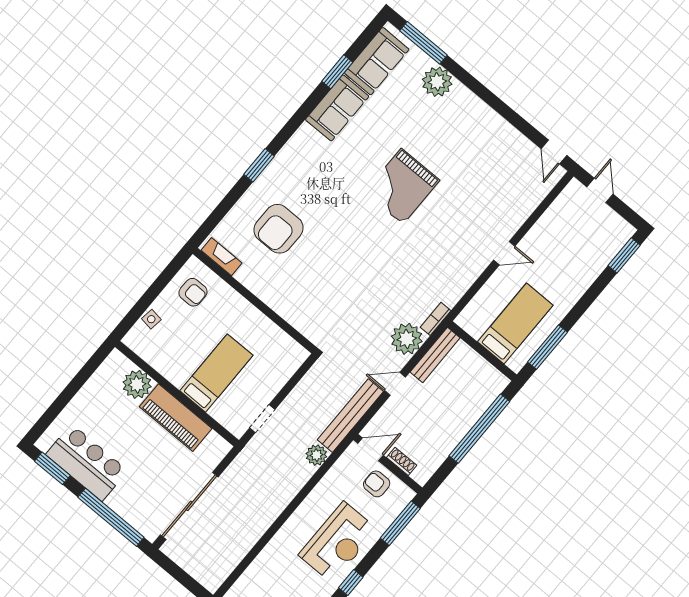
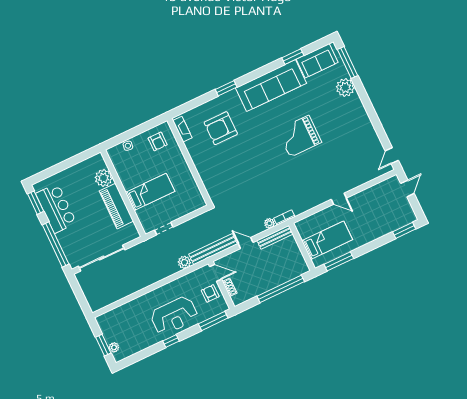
sofa: (337, 108) -> (271, 86), width x1.85, depth x1.27
plant: (407, 339) -> (269, 223), width x0.53, depth x0.53

